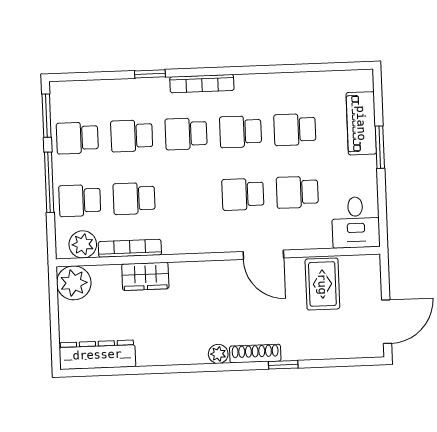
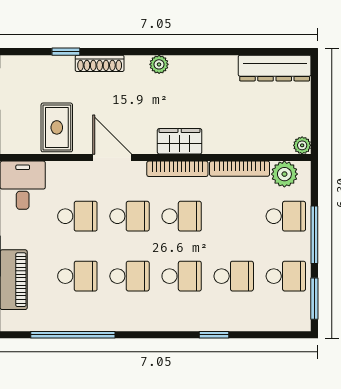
window: (297, 68) -> (73, 335), added
bookcase: (202, 84) -> (177, 169), moved, turned 180
school desk: (134, 198) -> (182, 216), moved
wardrobe: (145, 276) -> (180, 141), moved
plant: (74, 283) -> (302, 145), width x0.53, depth x0.53
shoe rack: (255, 354) -> (100, 63), moved
window: (283, 365) -> (66, 52), moved

